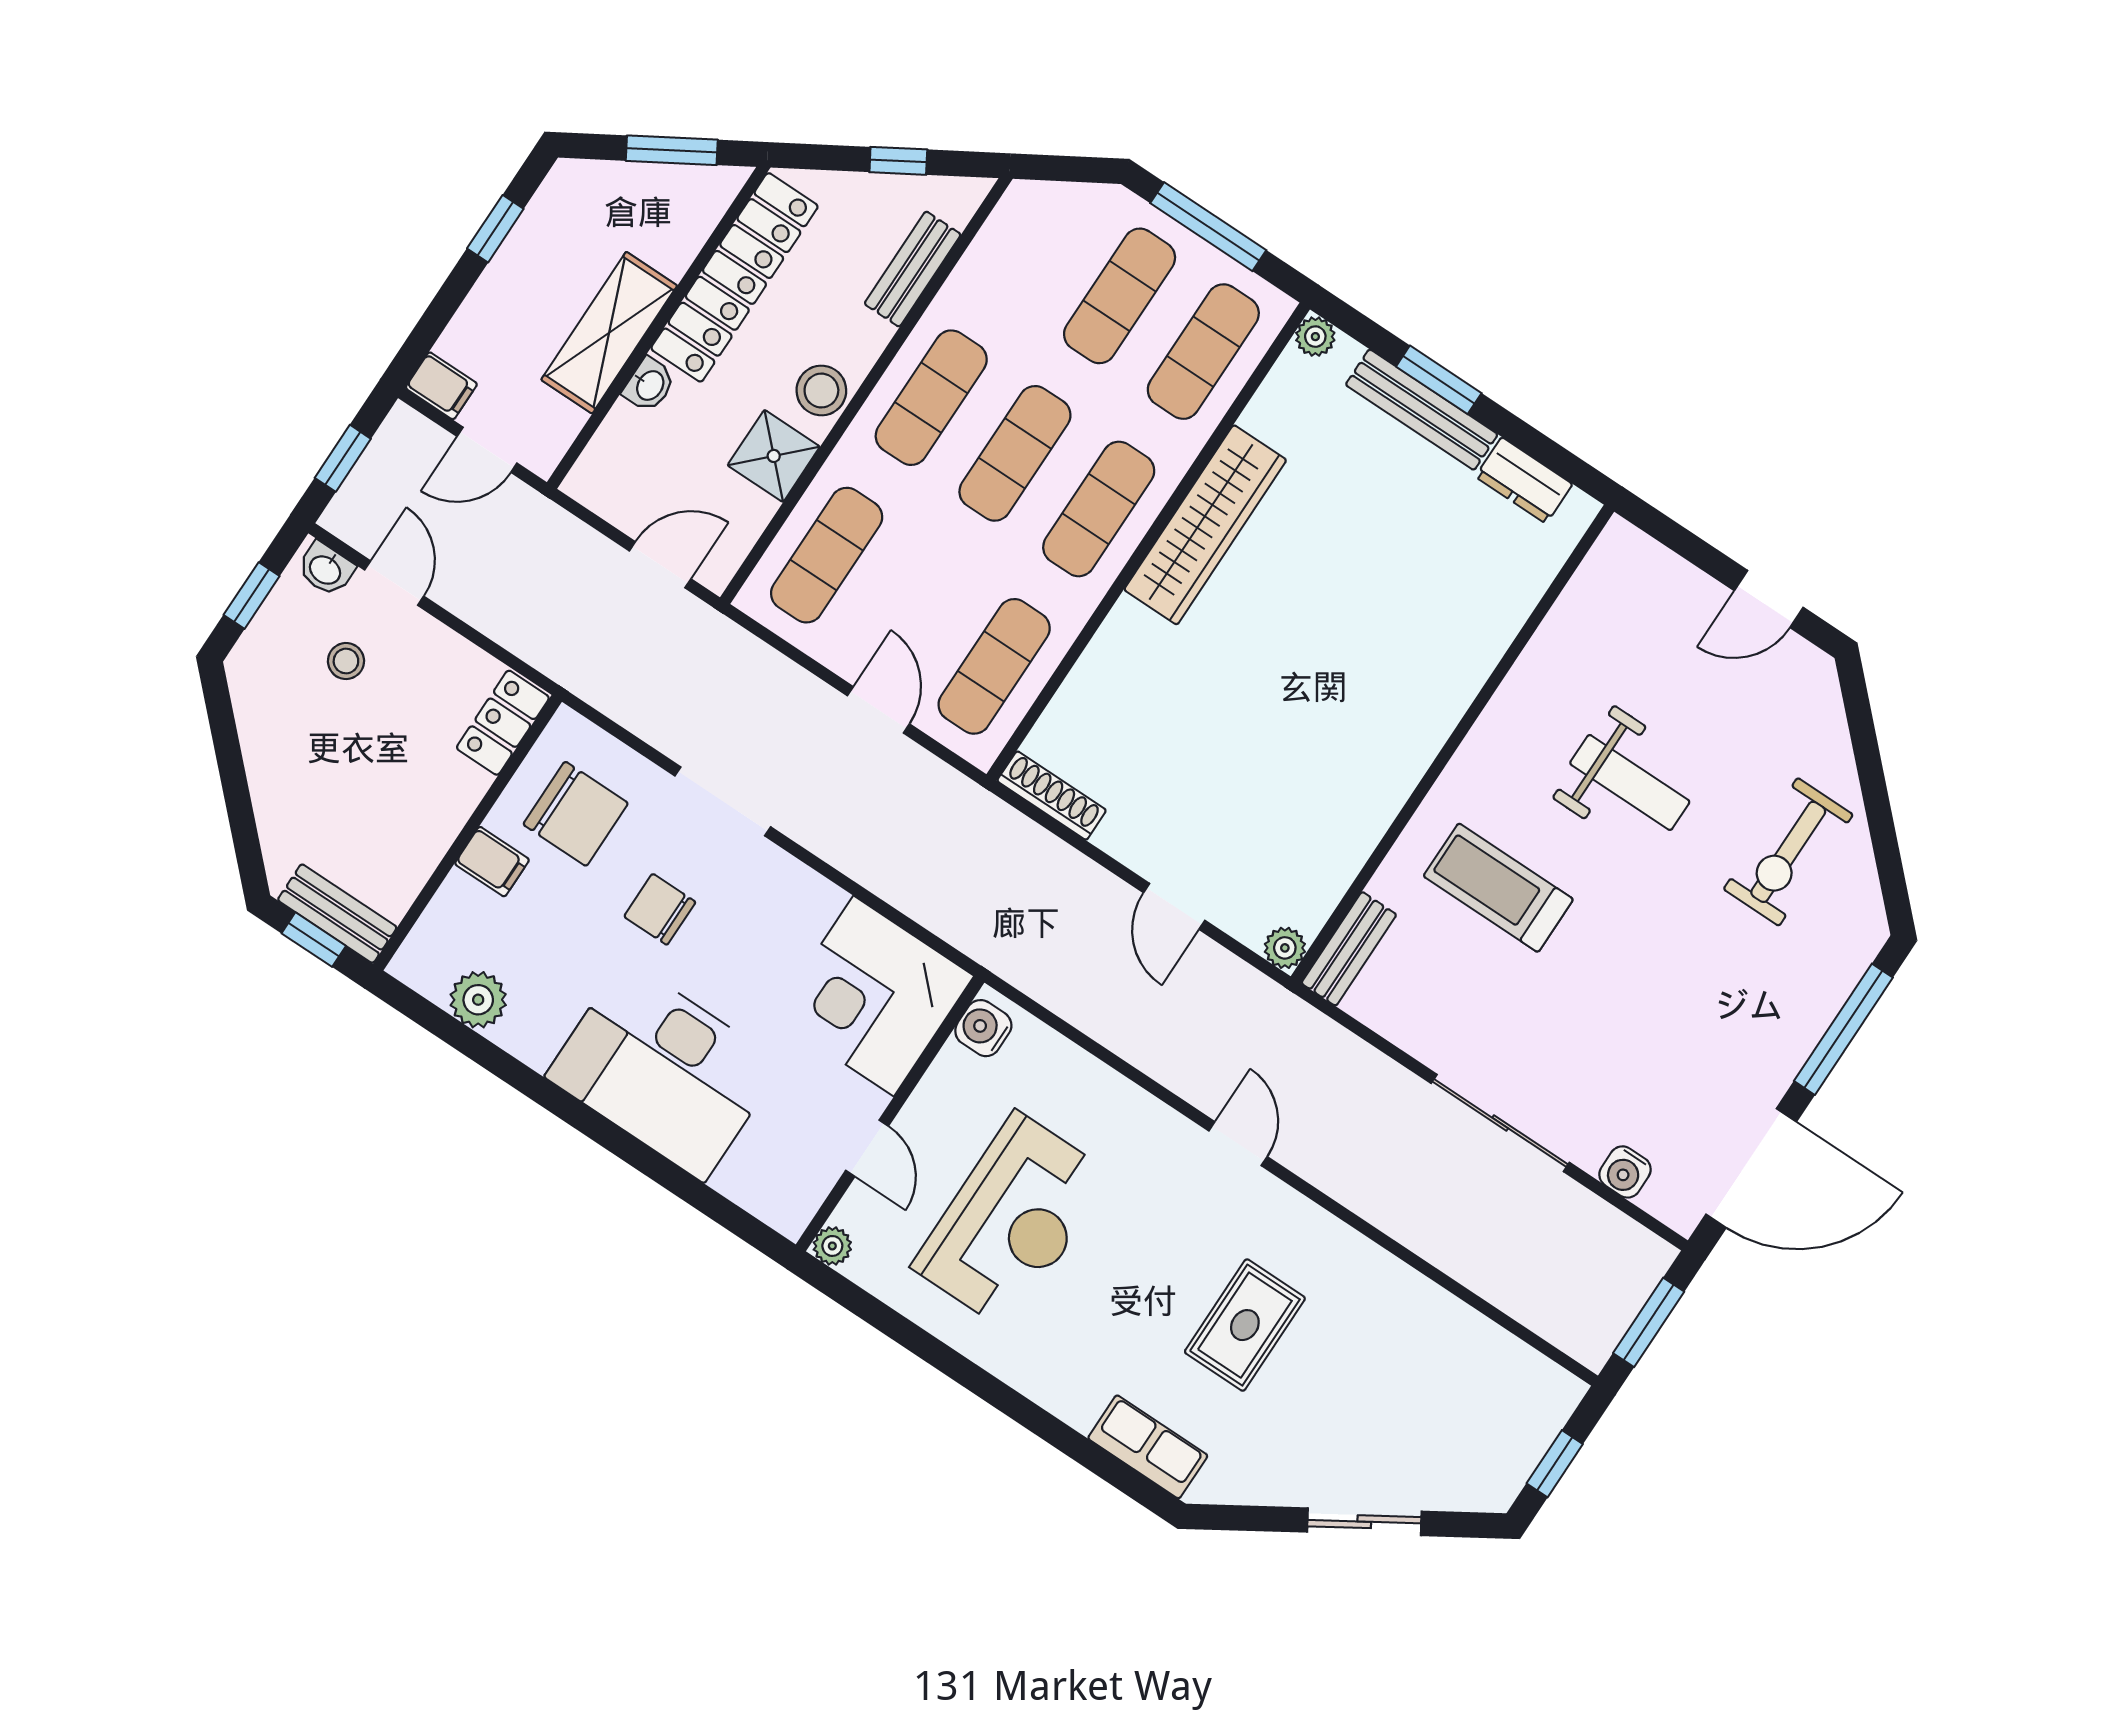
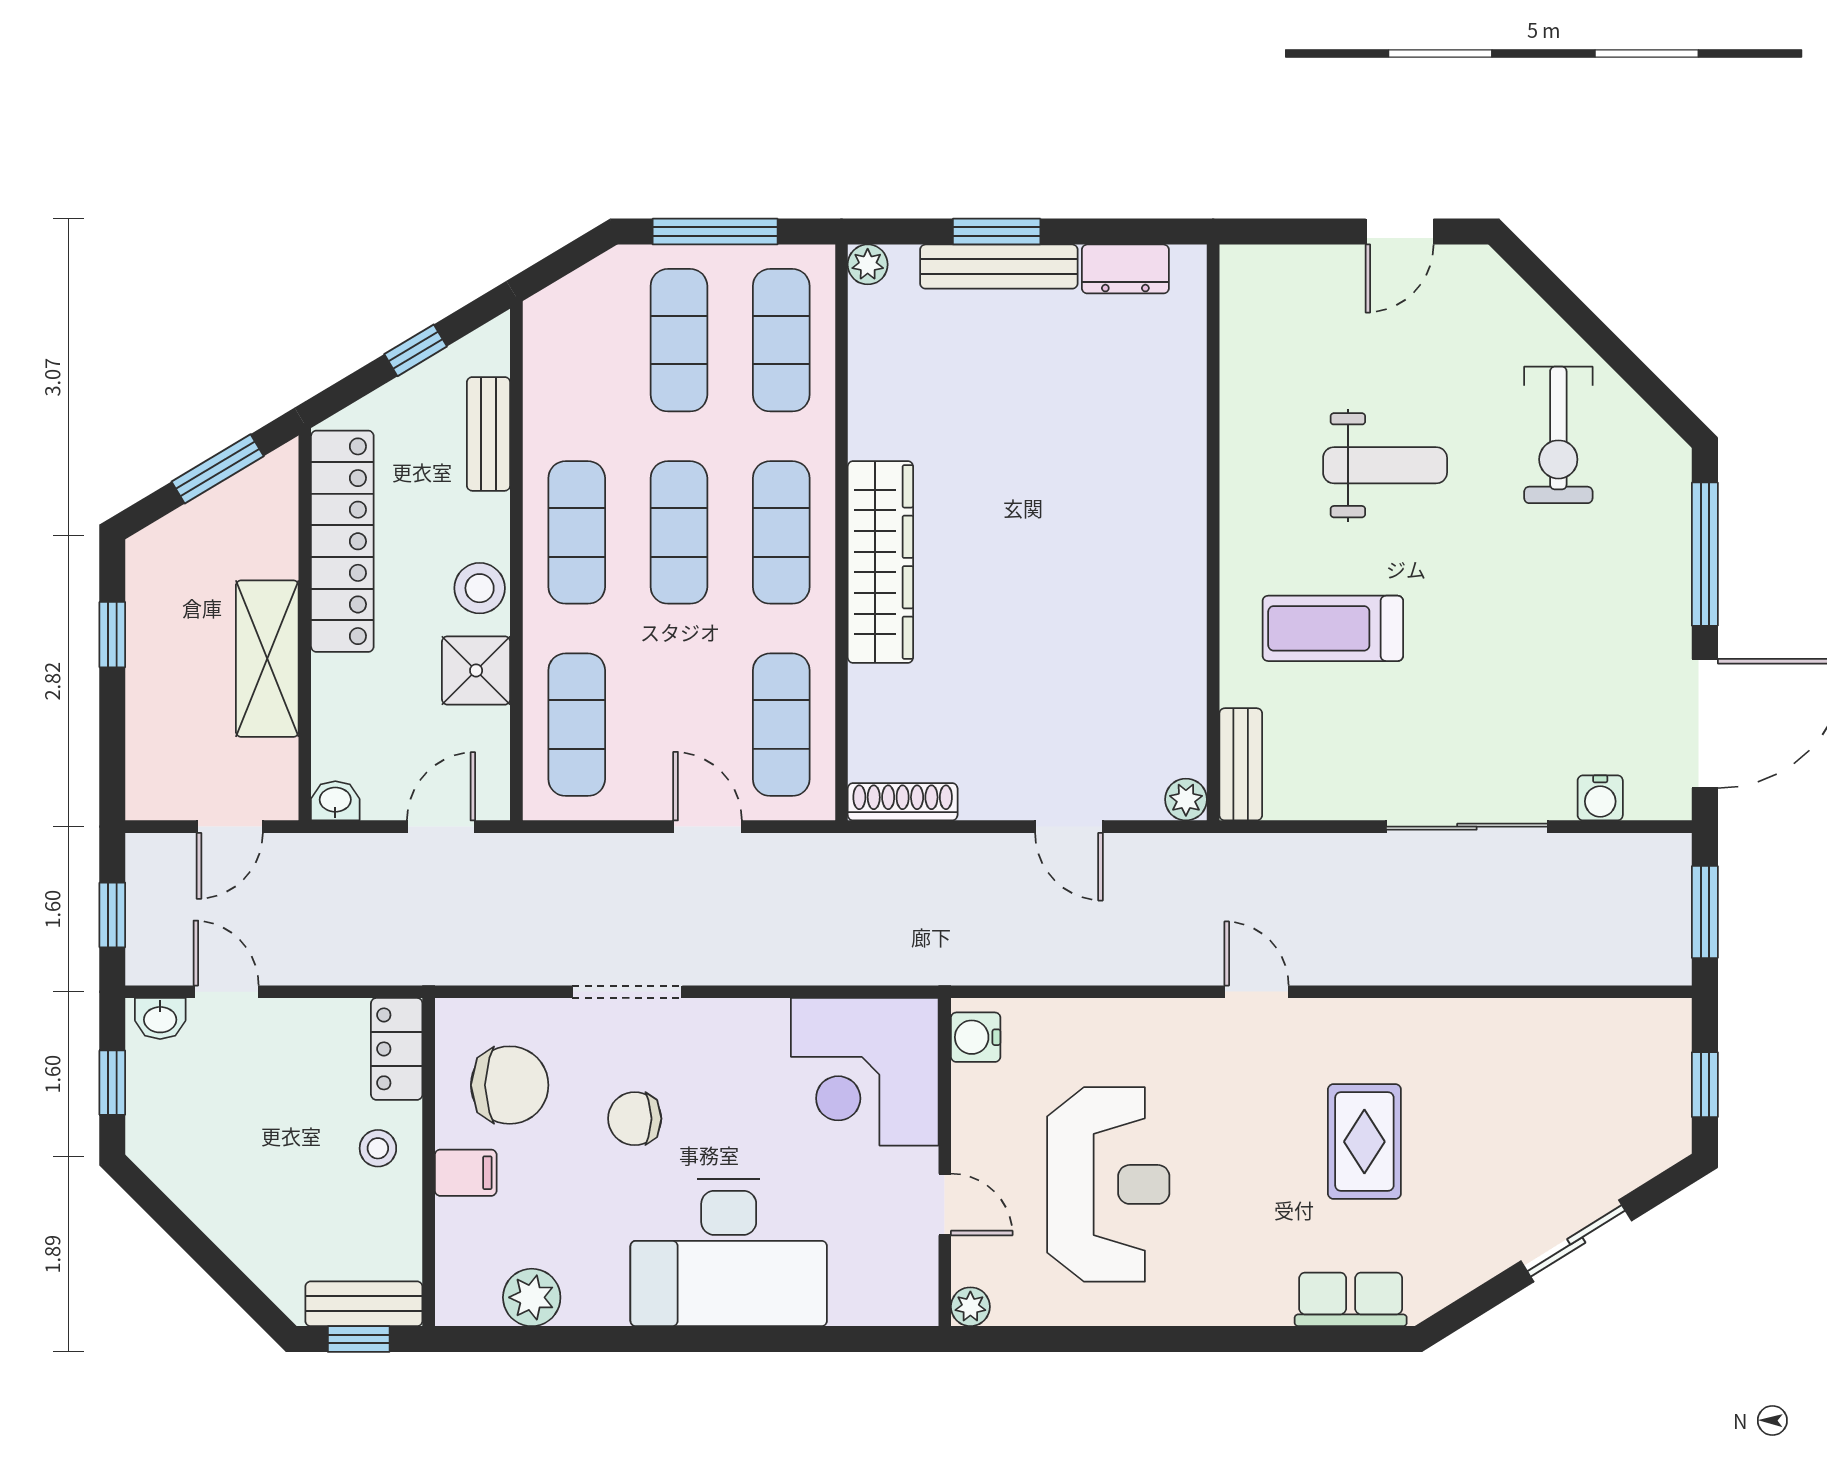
washbasin: (649, 385) -> (335, 801), moved, turned -90
filing cabinet: (441, 386) -> (155, 798), removed
wardrobe: (1205, 525) -> (880, 562), moved
stool: (346, 661) -> (378, 1148), moved

